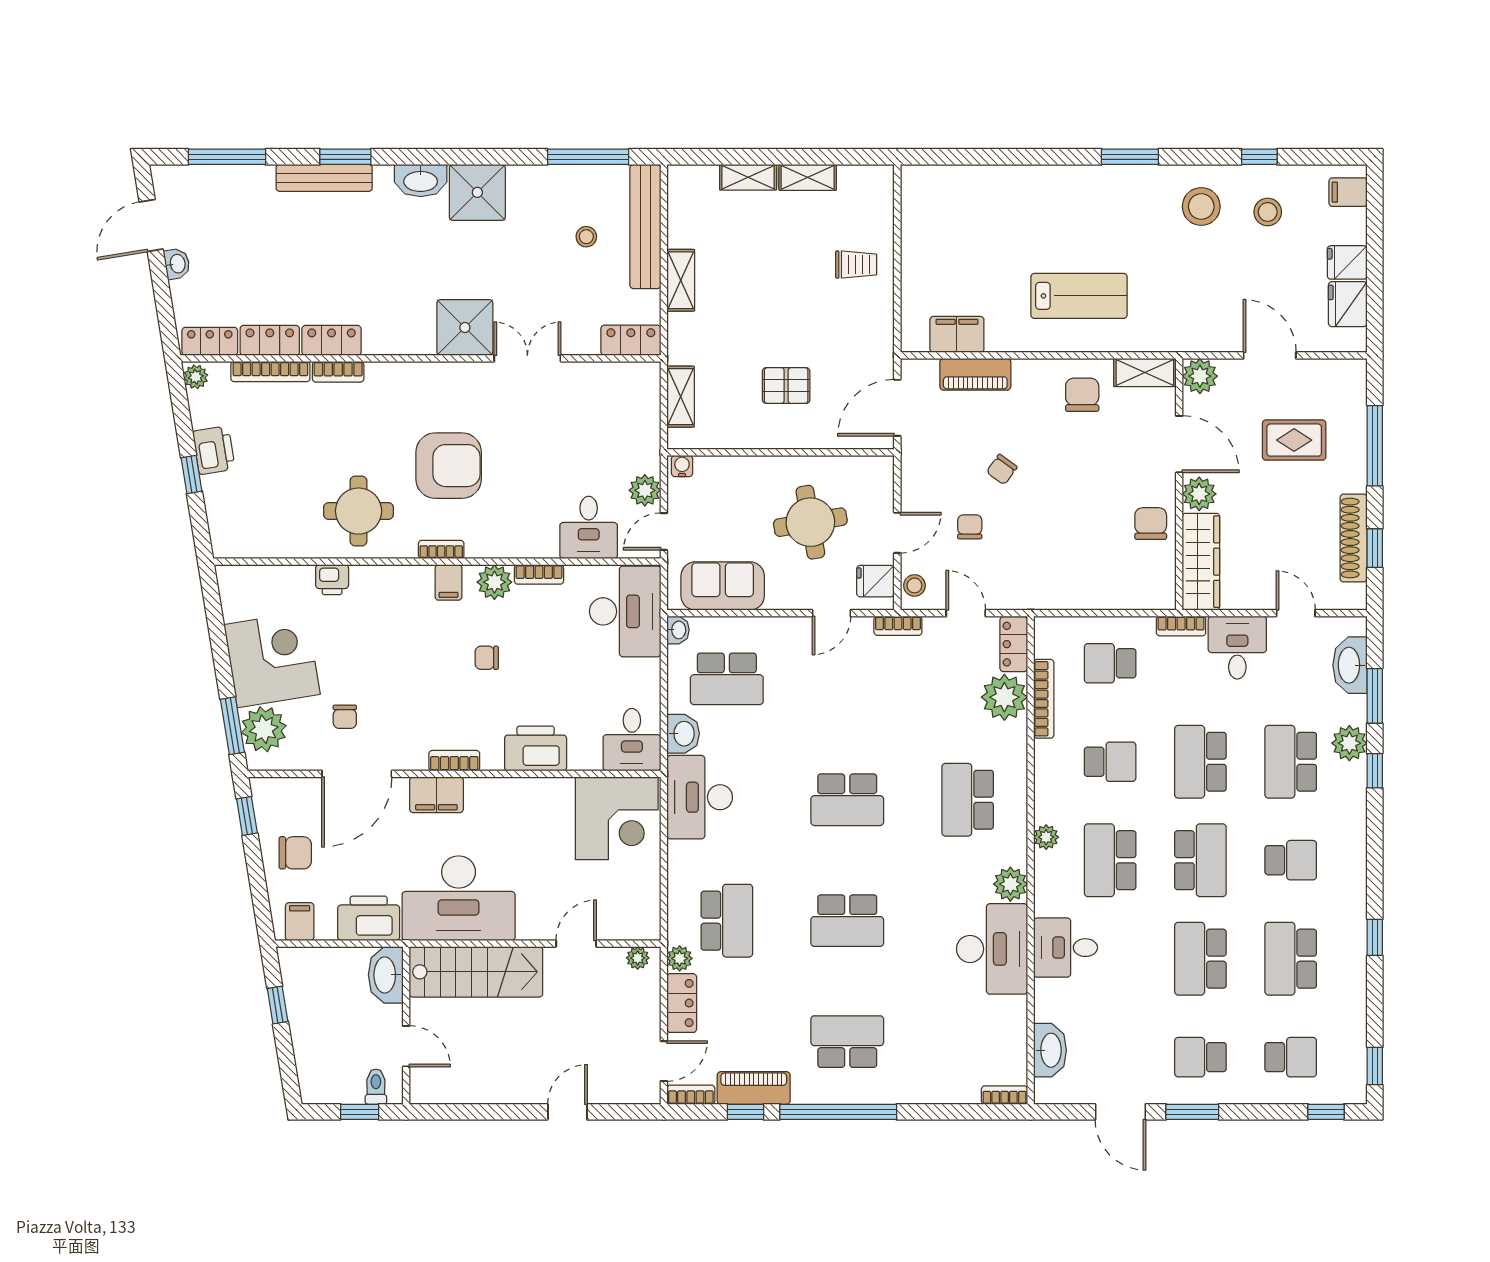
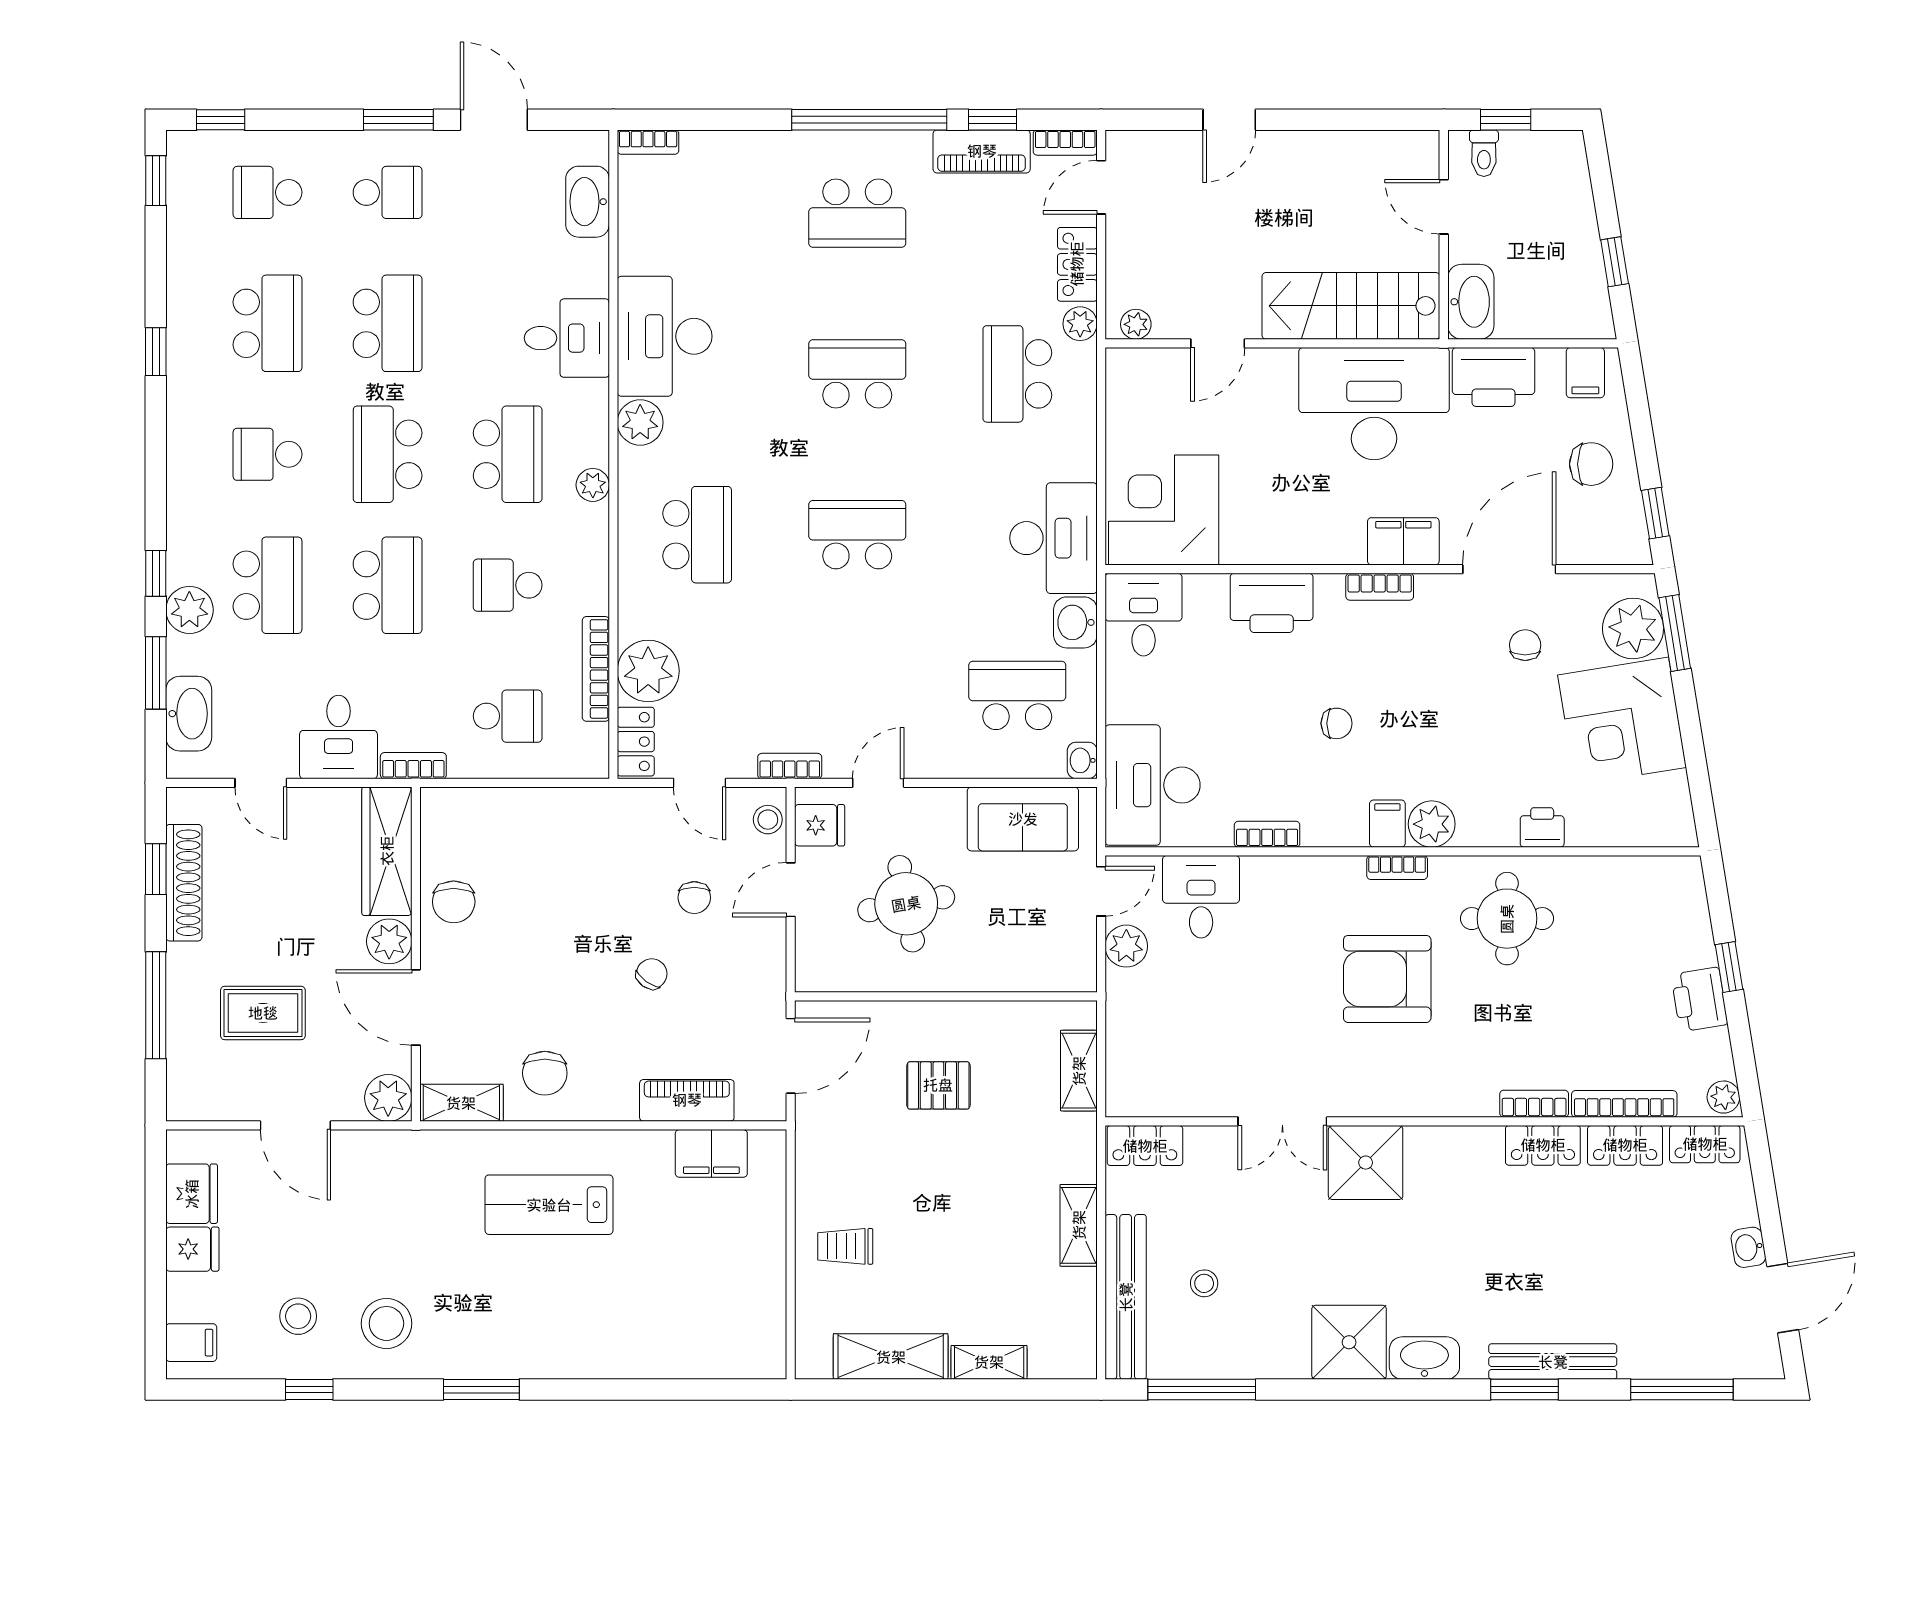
shelving: (808, 177) -> (891, 1357), width x1.50, depth x1.33
water cooler: (682, 466) -> (1077, 978), removed
plant: (494, 582) -> (1432, 824), moved
chair: (295, 853) -> (1591, 464), turned 180

